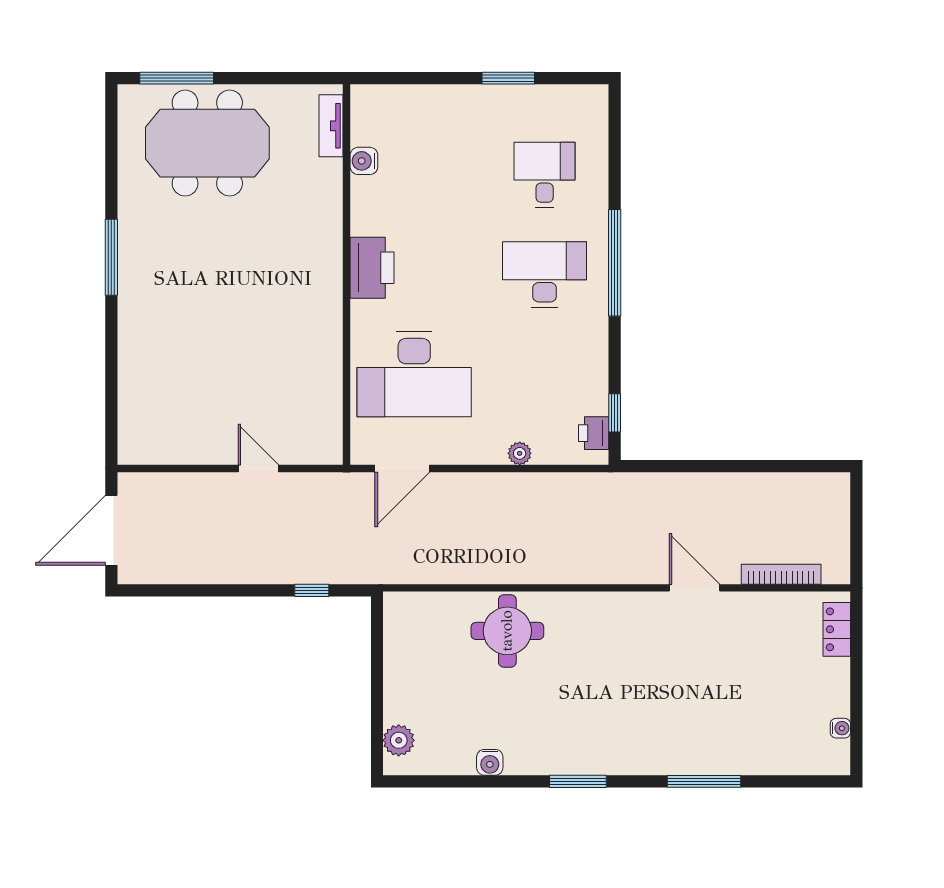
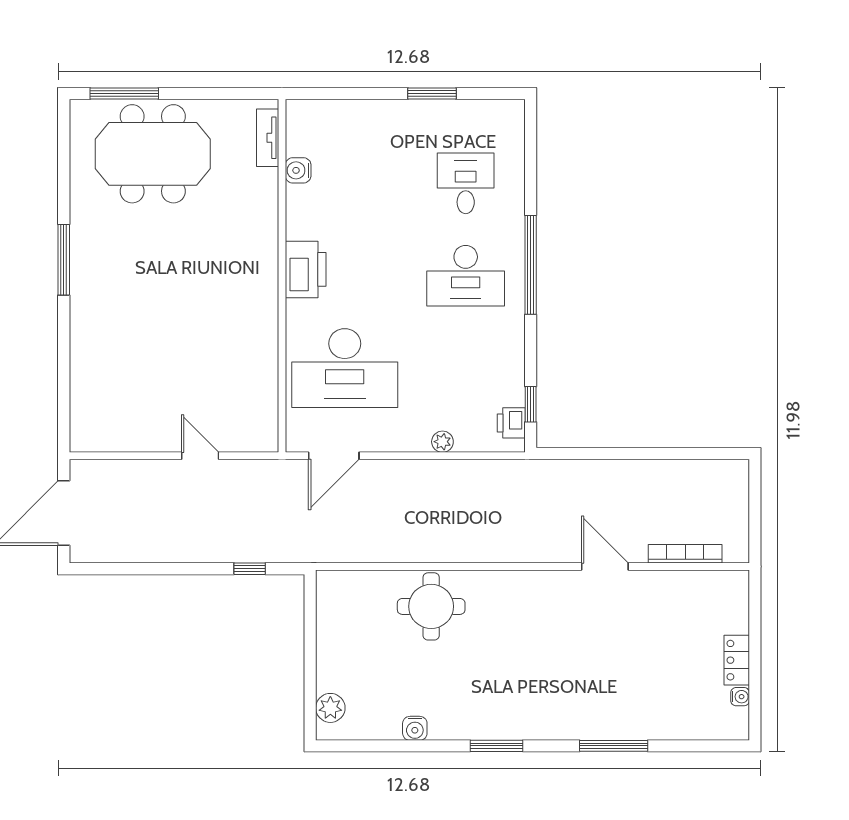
desk: (545, 275) -> (466, 276), turned 180
locker: (837, 629) -> (737, 660), moved

